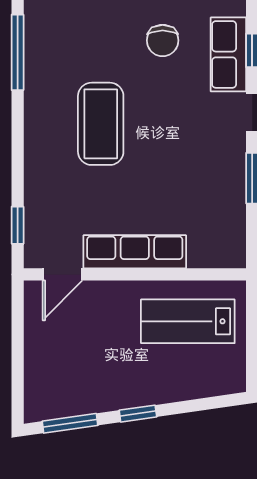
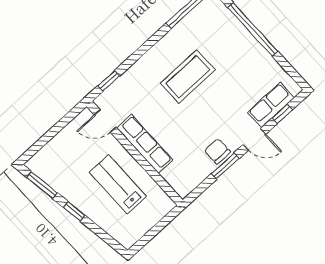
chair: (163, 40) -> (217, 151), moved, turned 90
lab bench: (188, 321) -> (118, 184), moved

